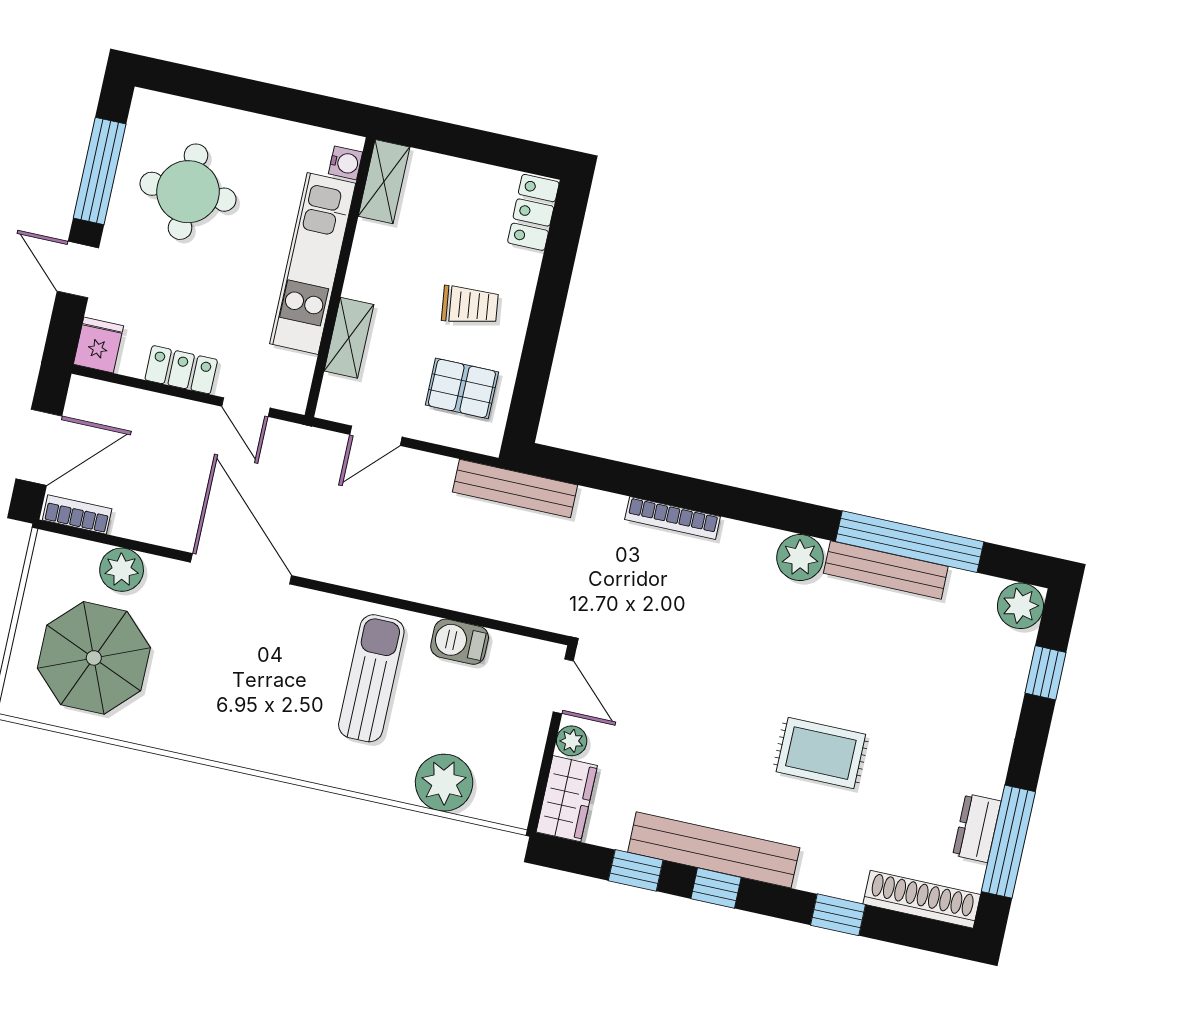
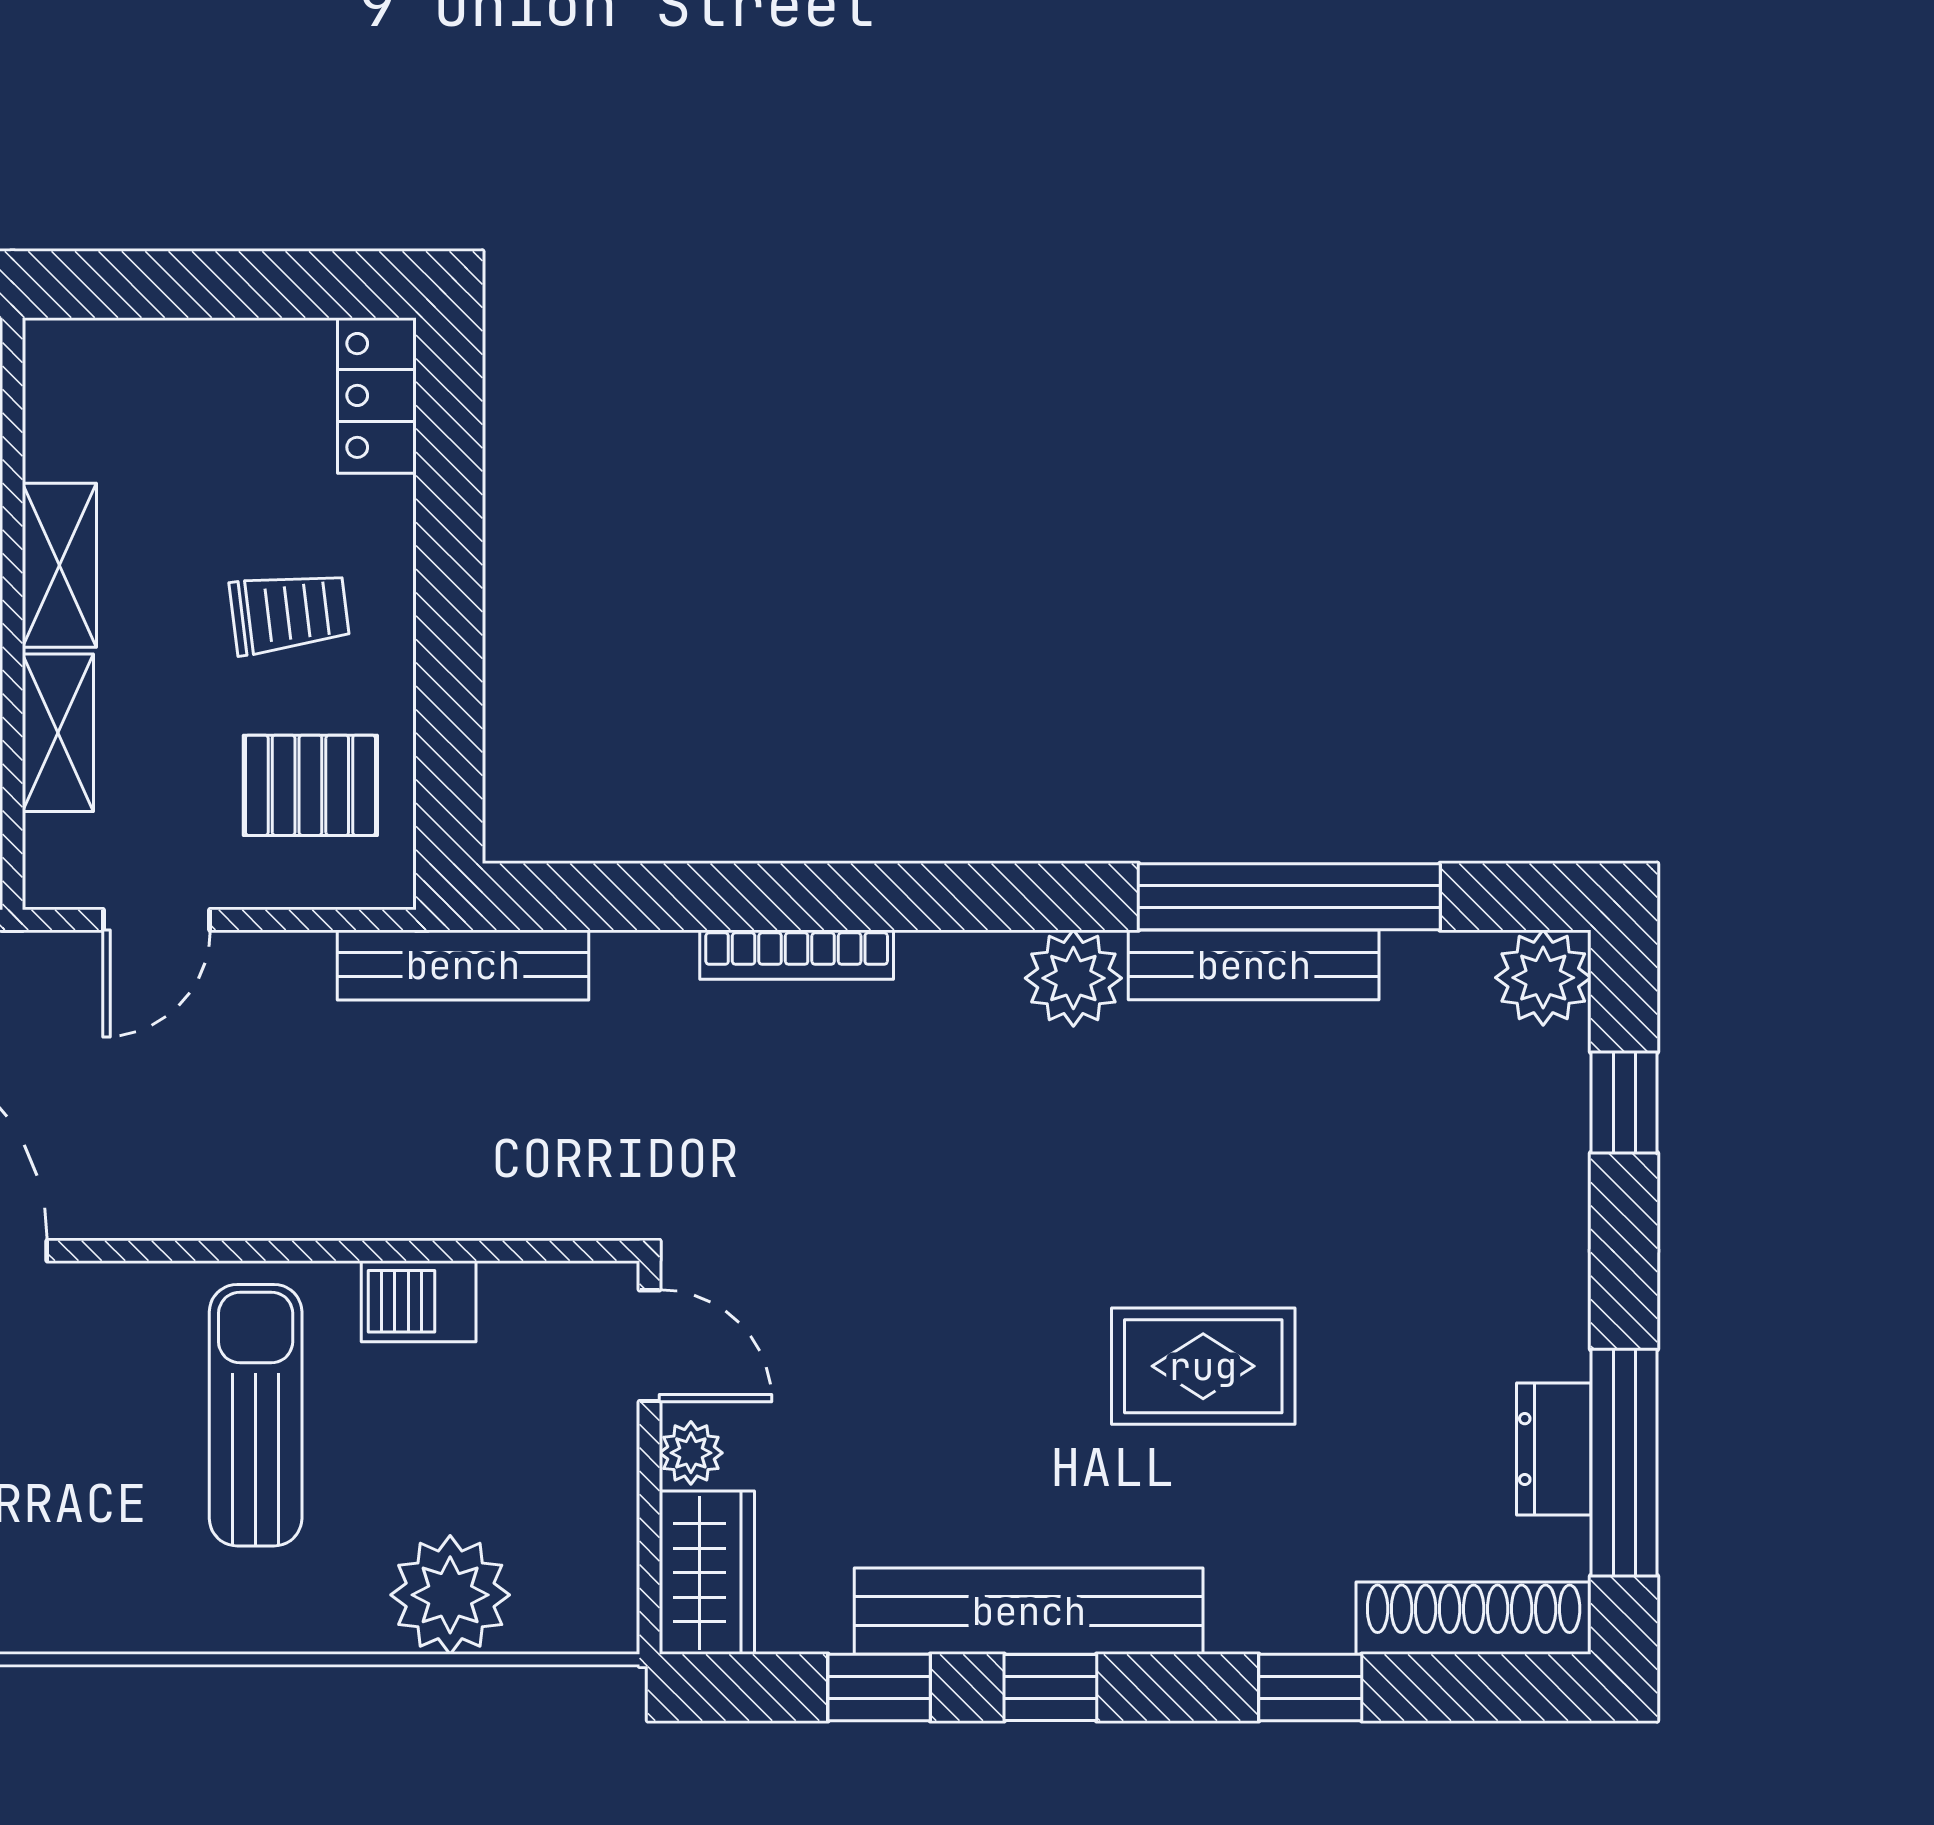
shelving: (384, 182) -> (59, 565), moved

